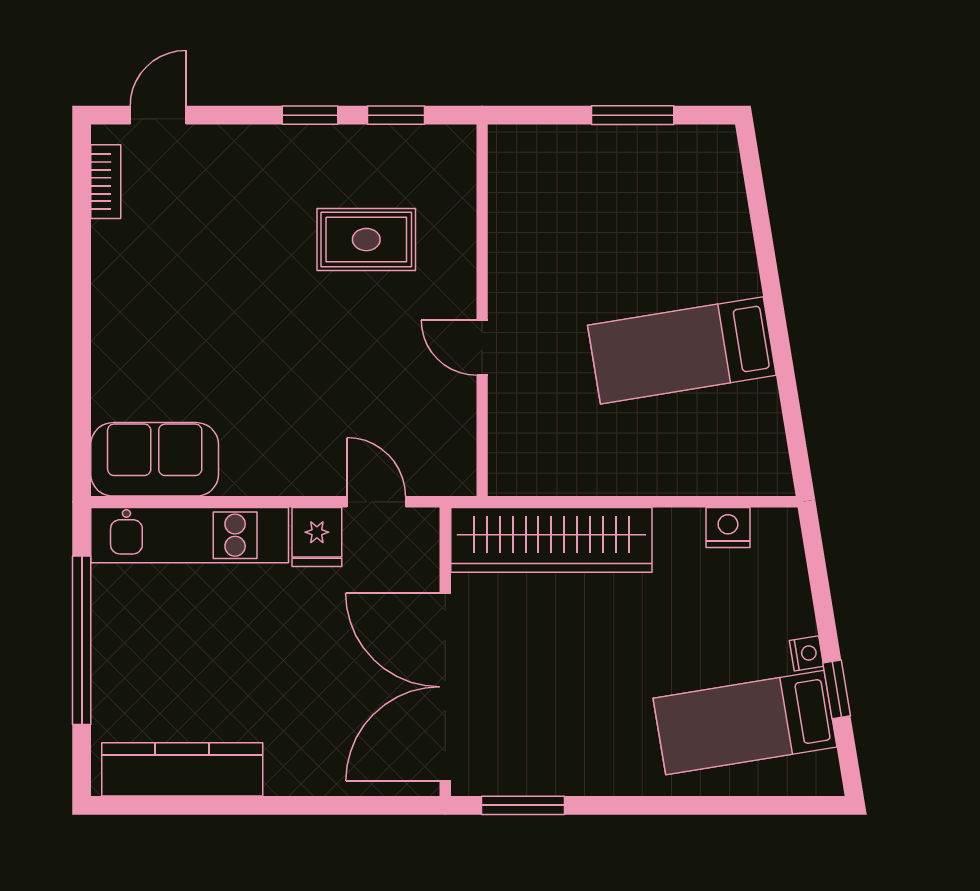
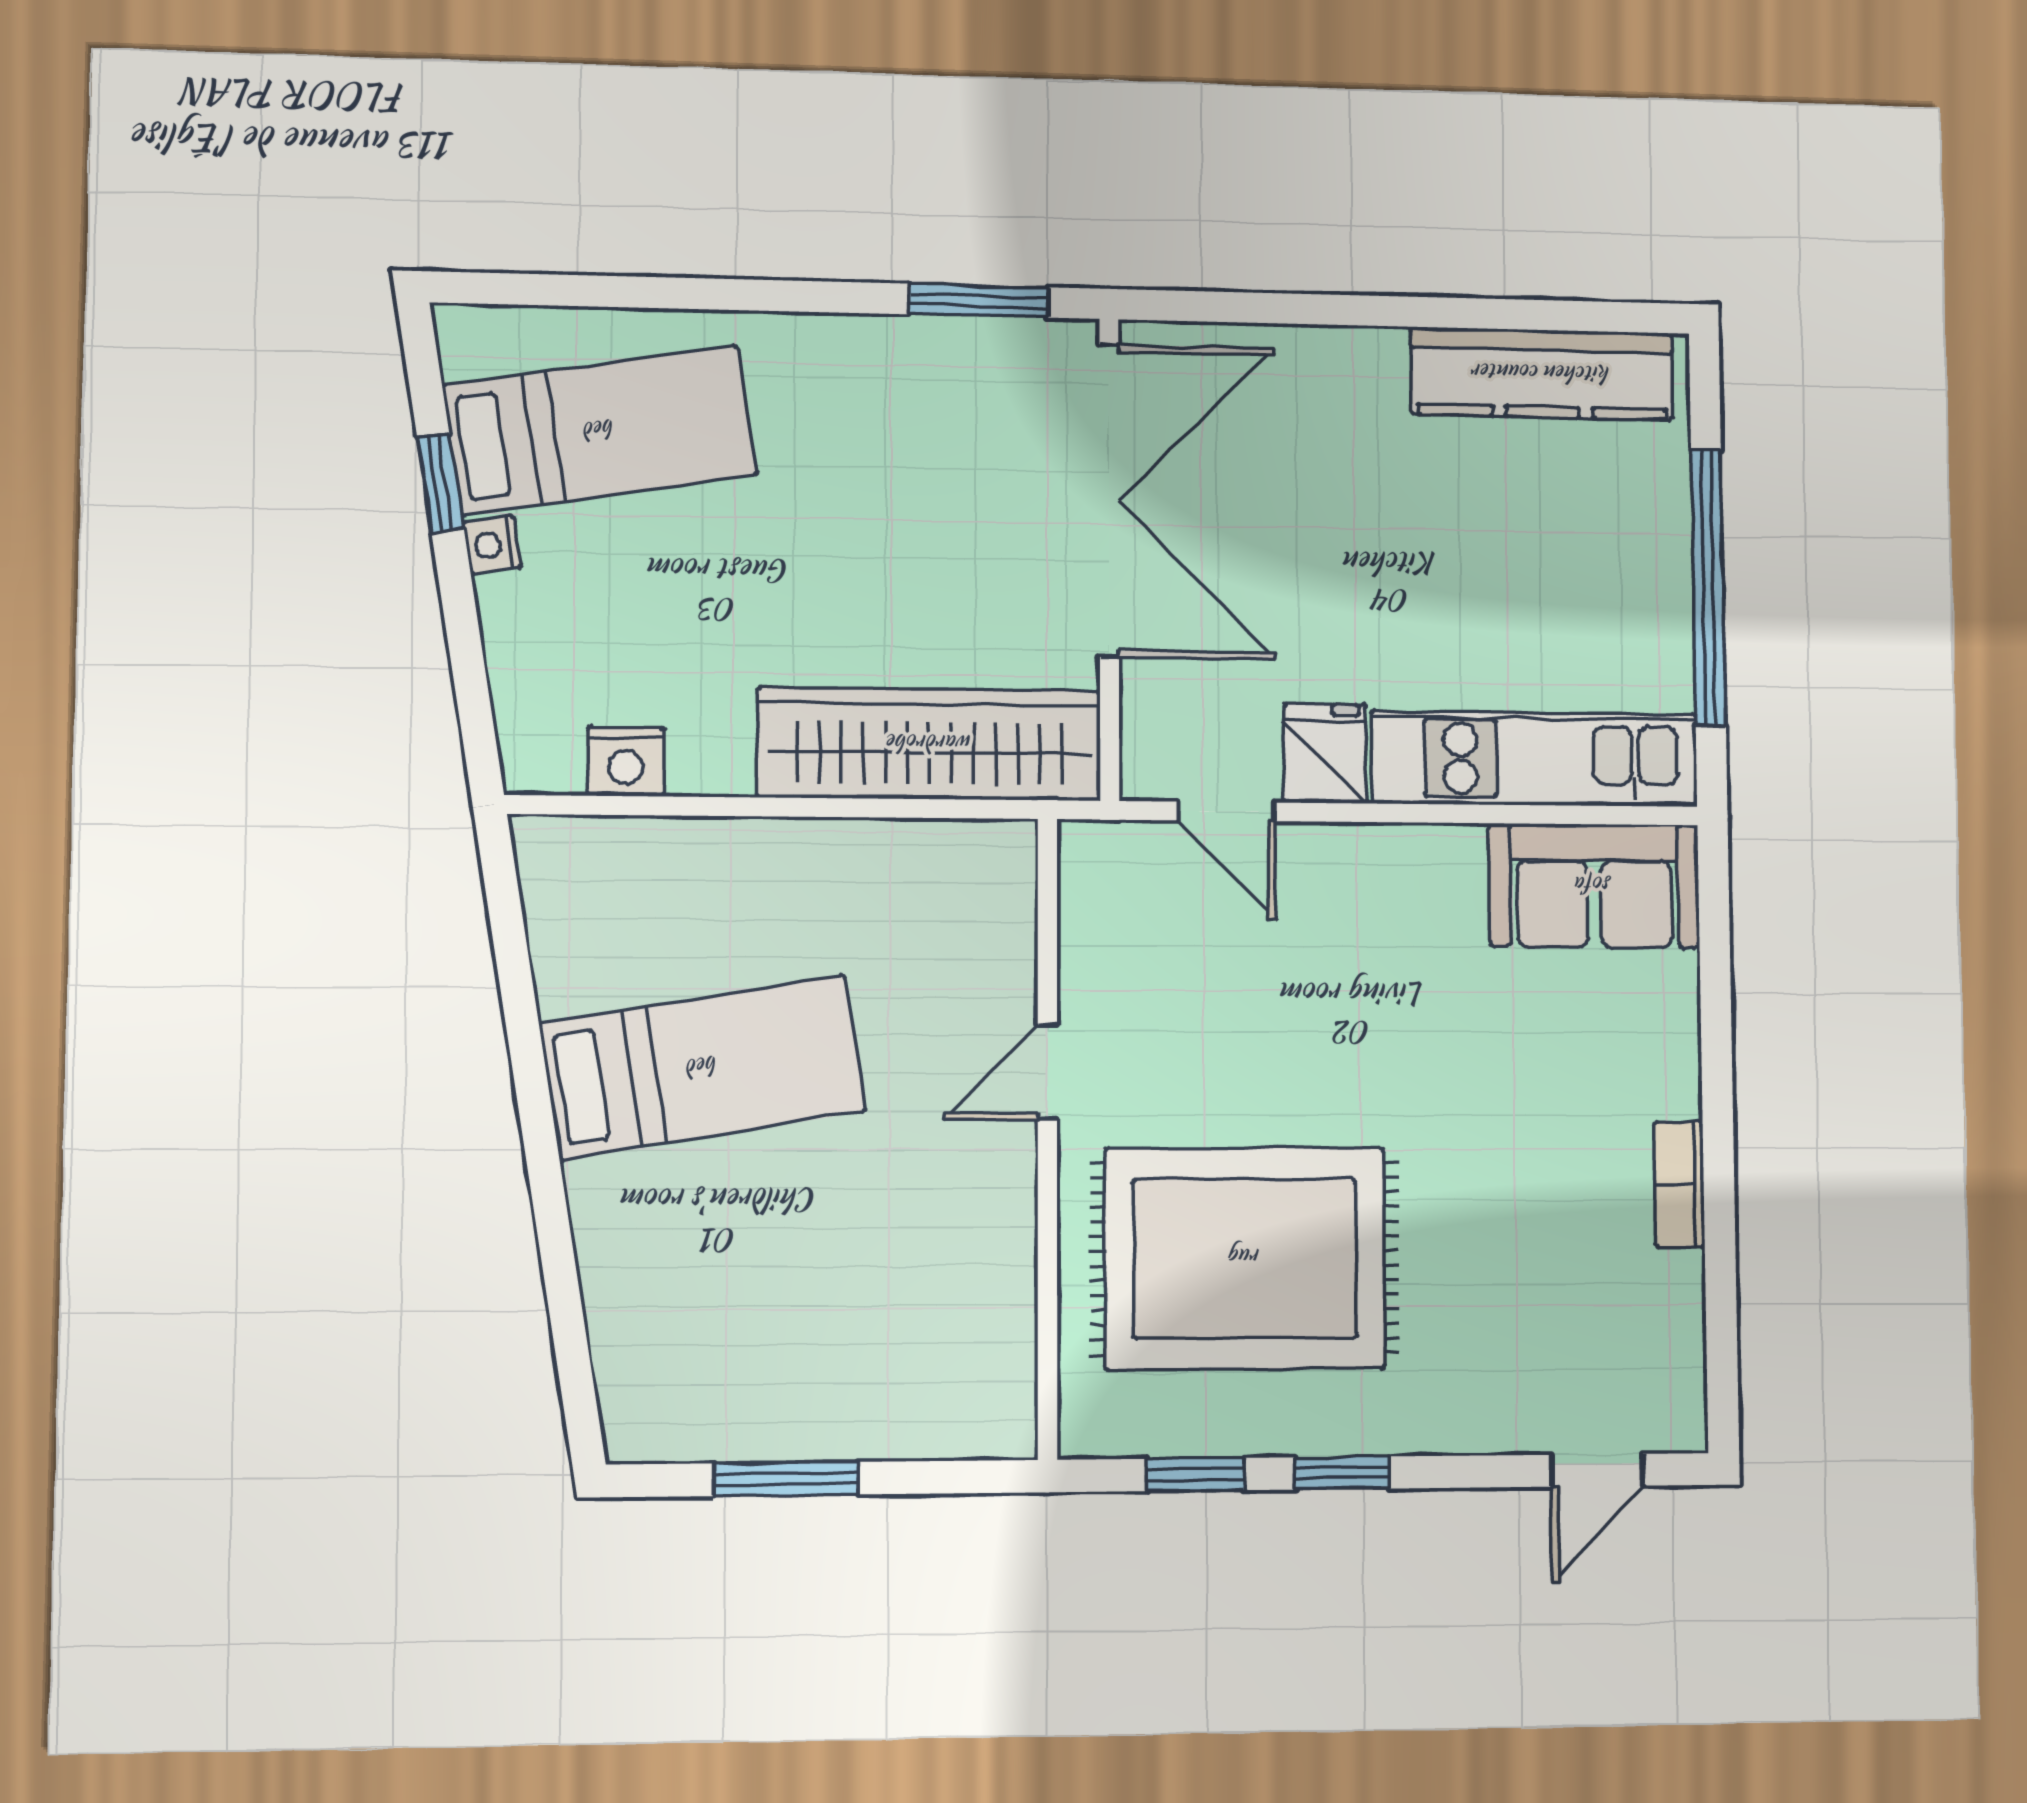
bookcase: (106, 182) -> (1679, 1184), moved
rug: (366, 240) -> (1245, 1258), width x1.86, depth x2.06
door: (482, 348) -> (1047, 1072), swing flipped

